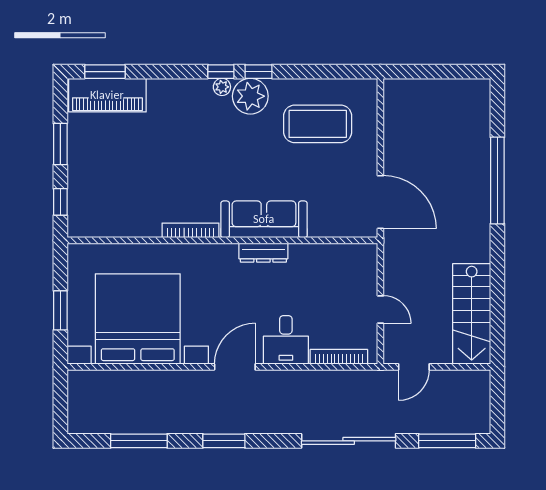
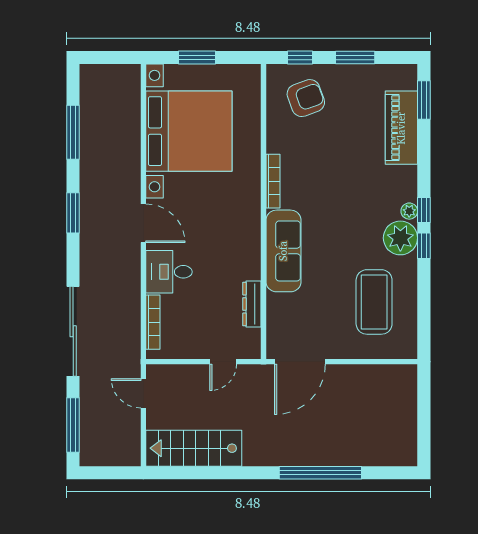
piano: (107, 95) -> (401, 128), moved
armchair: (103, 196) -> (306, 98), added
dresser: (263, 253) -> (252, 304), moved
door: (380, 310) -> (223, 362), moved

